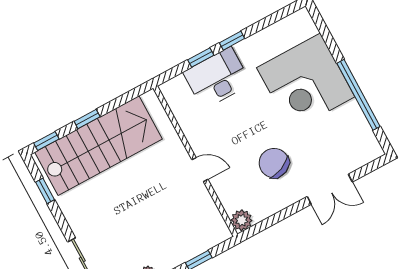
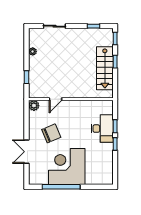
corner desk: (306, 82) -> (67, 166), moved
stairs: (98, 146) -> (105, 68), width x0.73, depth x0.66
door: (200, 170) -> (55, 99), moved

